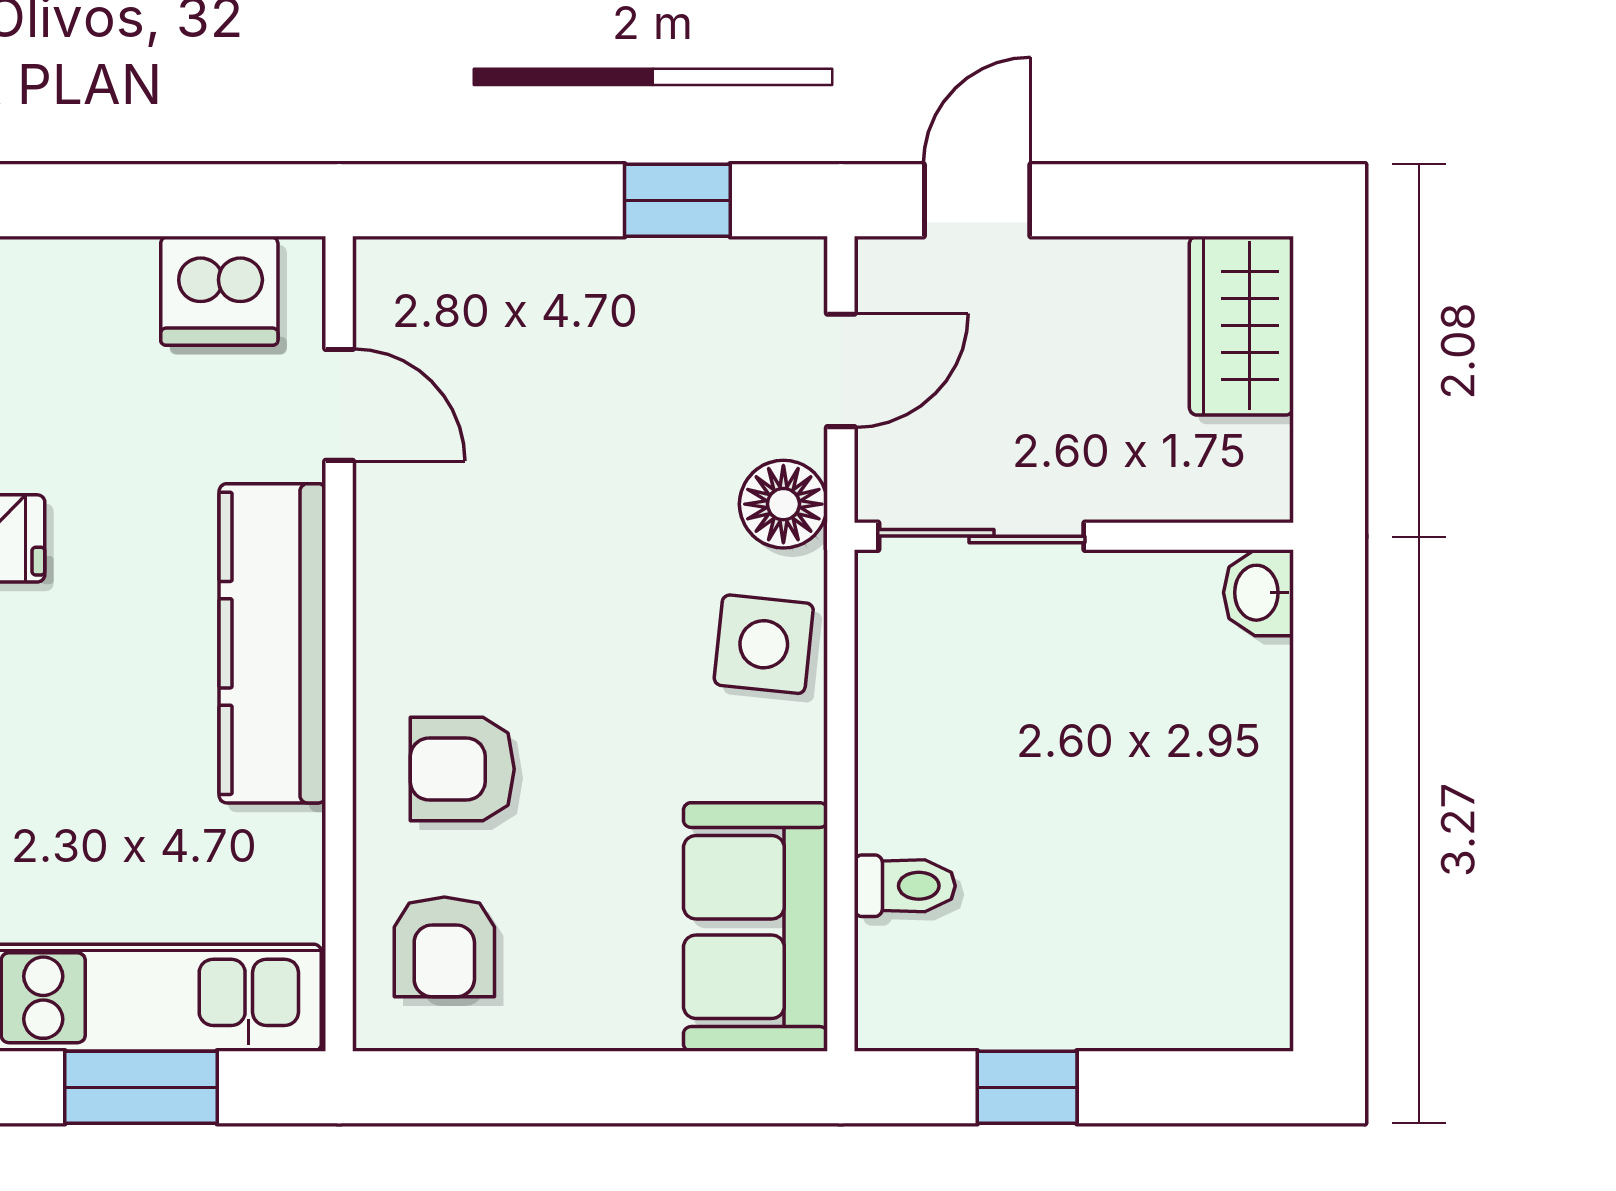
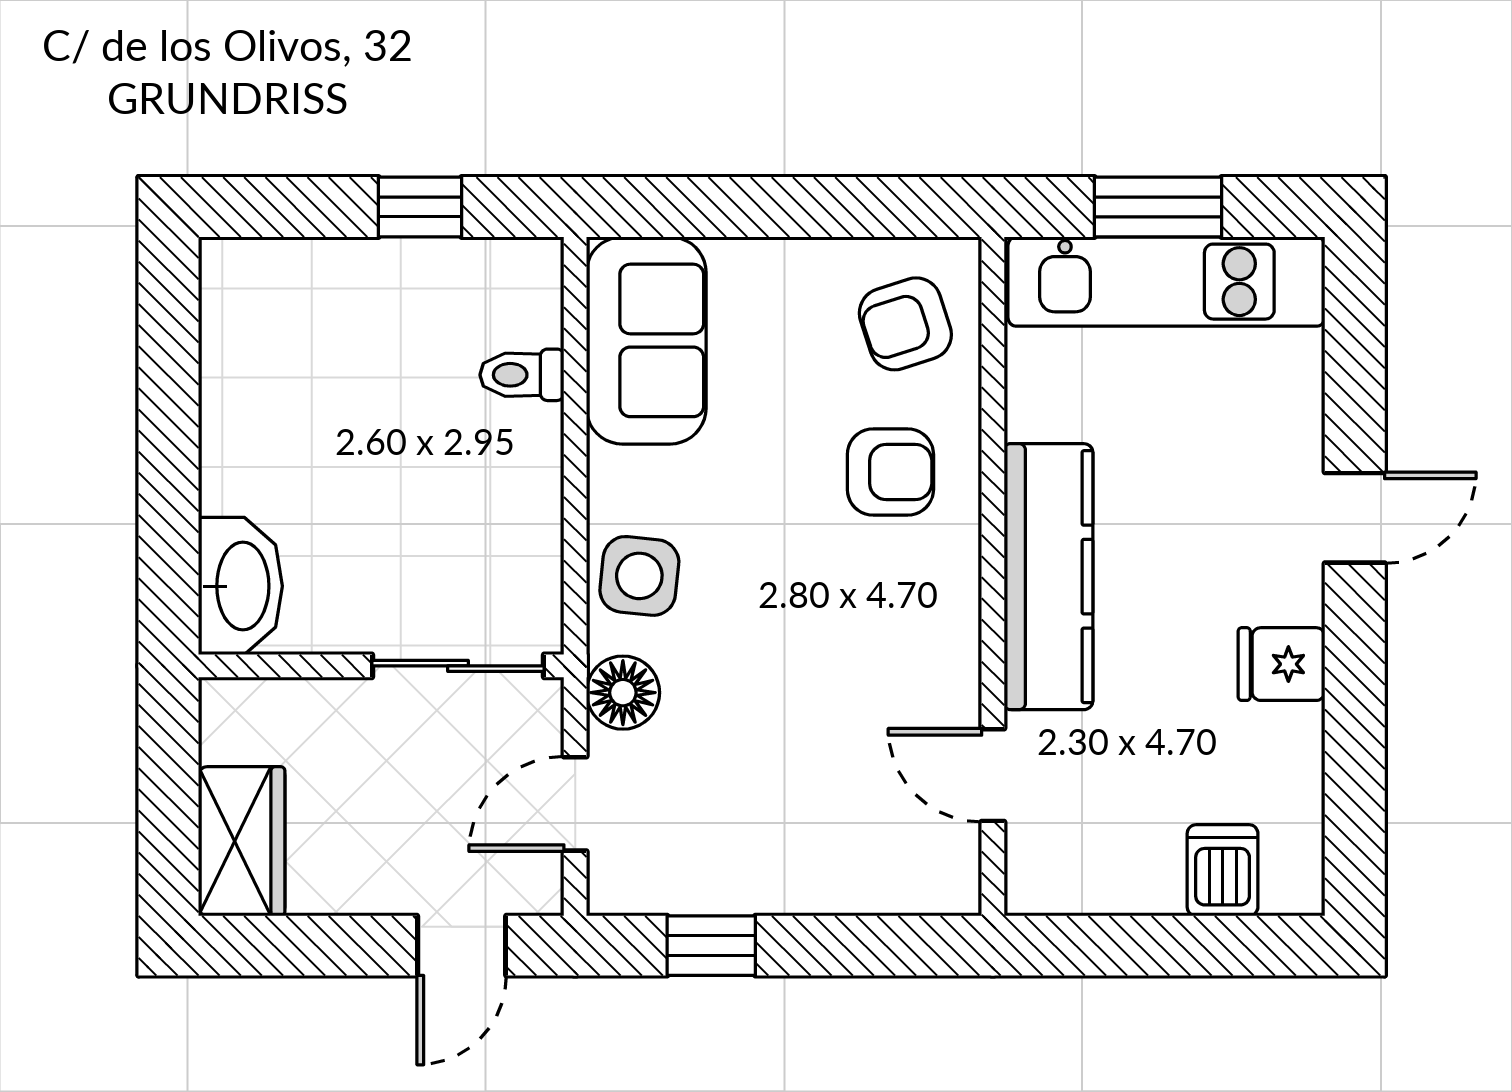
dishwasher: (219, 291) -> (1223, 870), moved, width x0.73
washbasin: (1258, 593) -> (240, 586), width x1.91, depth x1.45
armchair: (444, 947) -> (905, 324), turned -108

